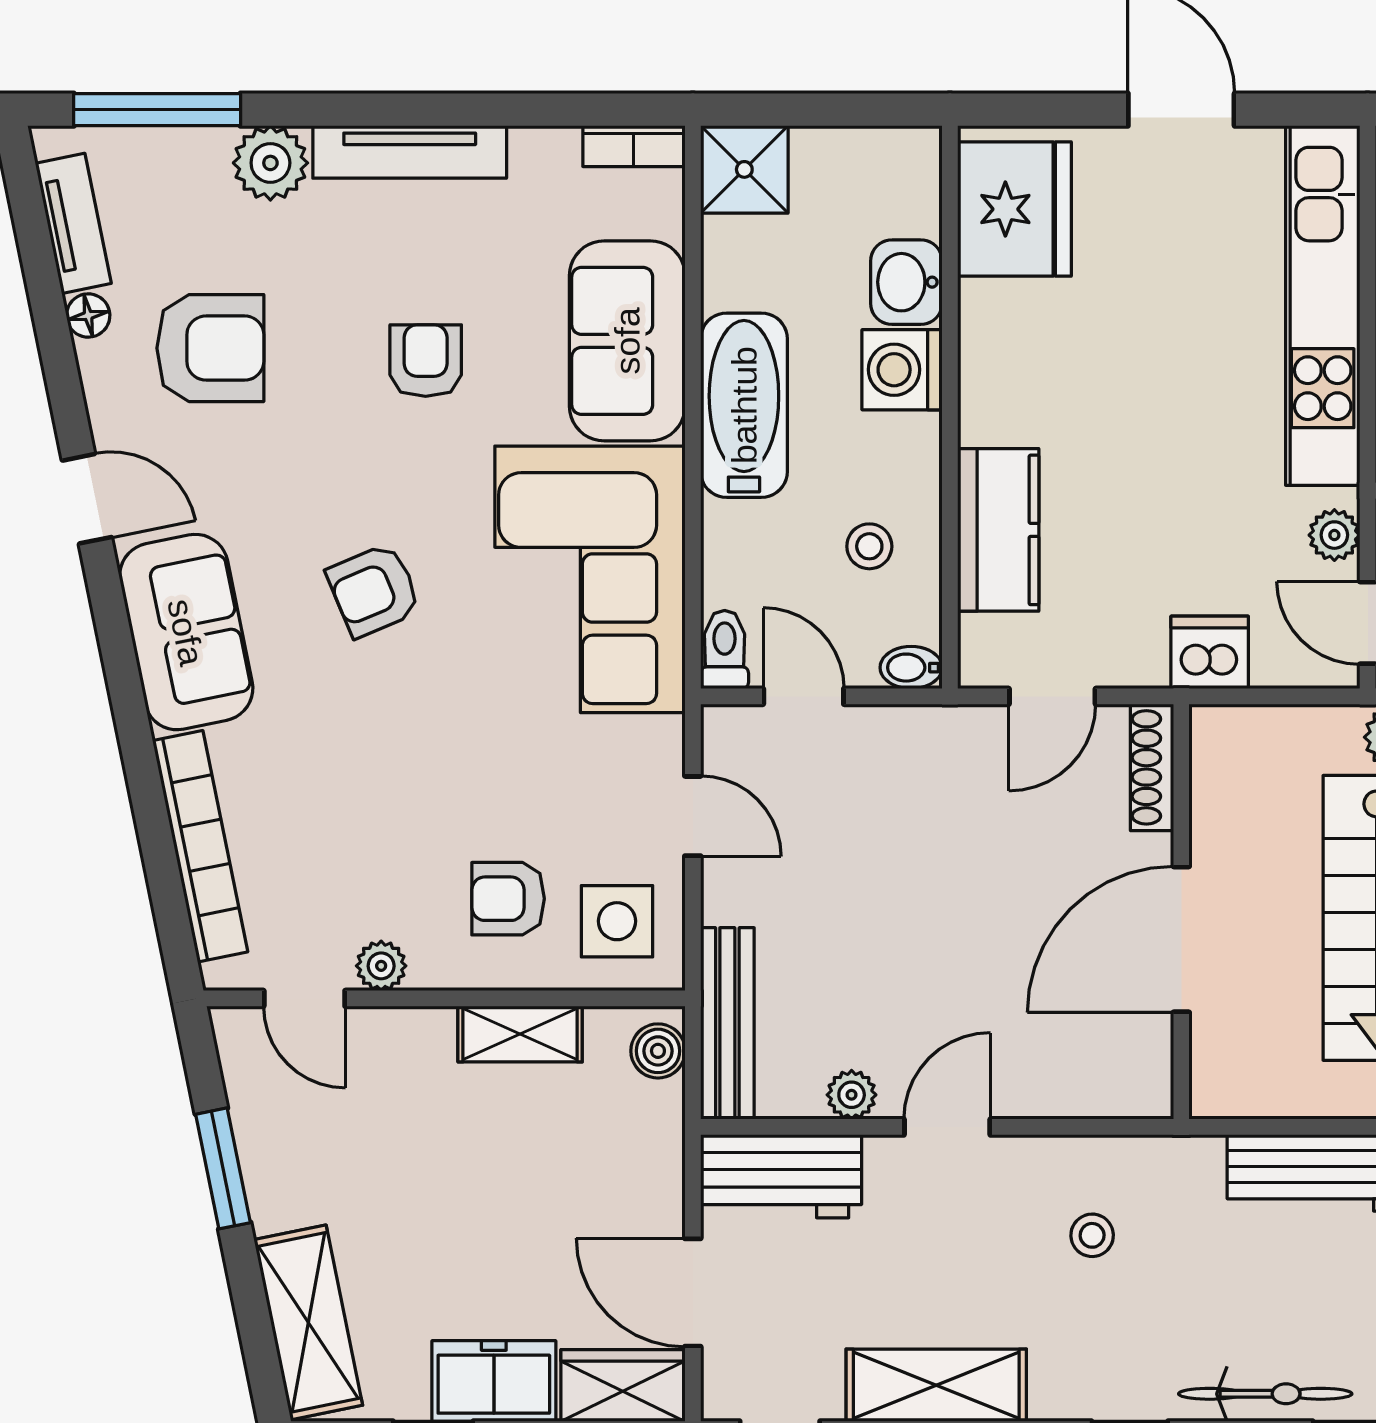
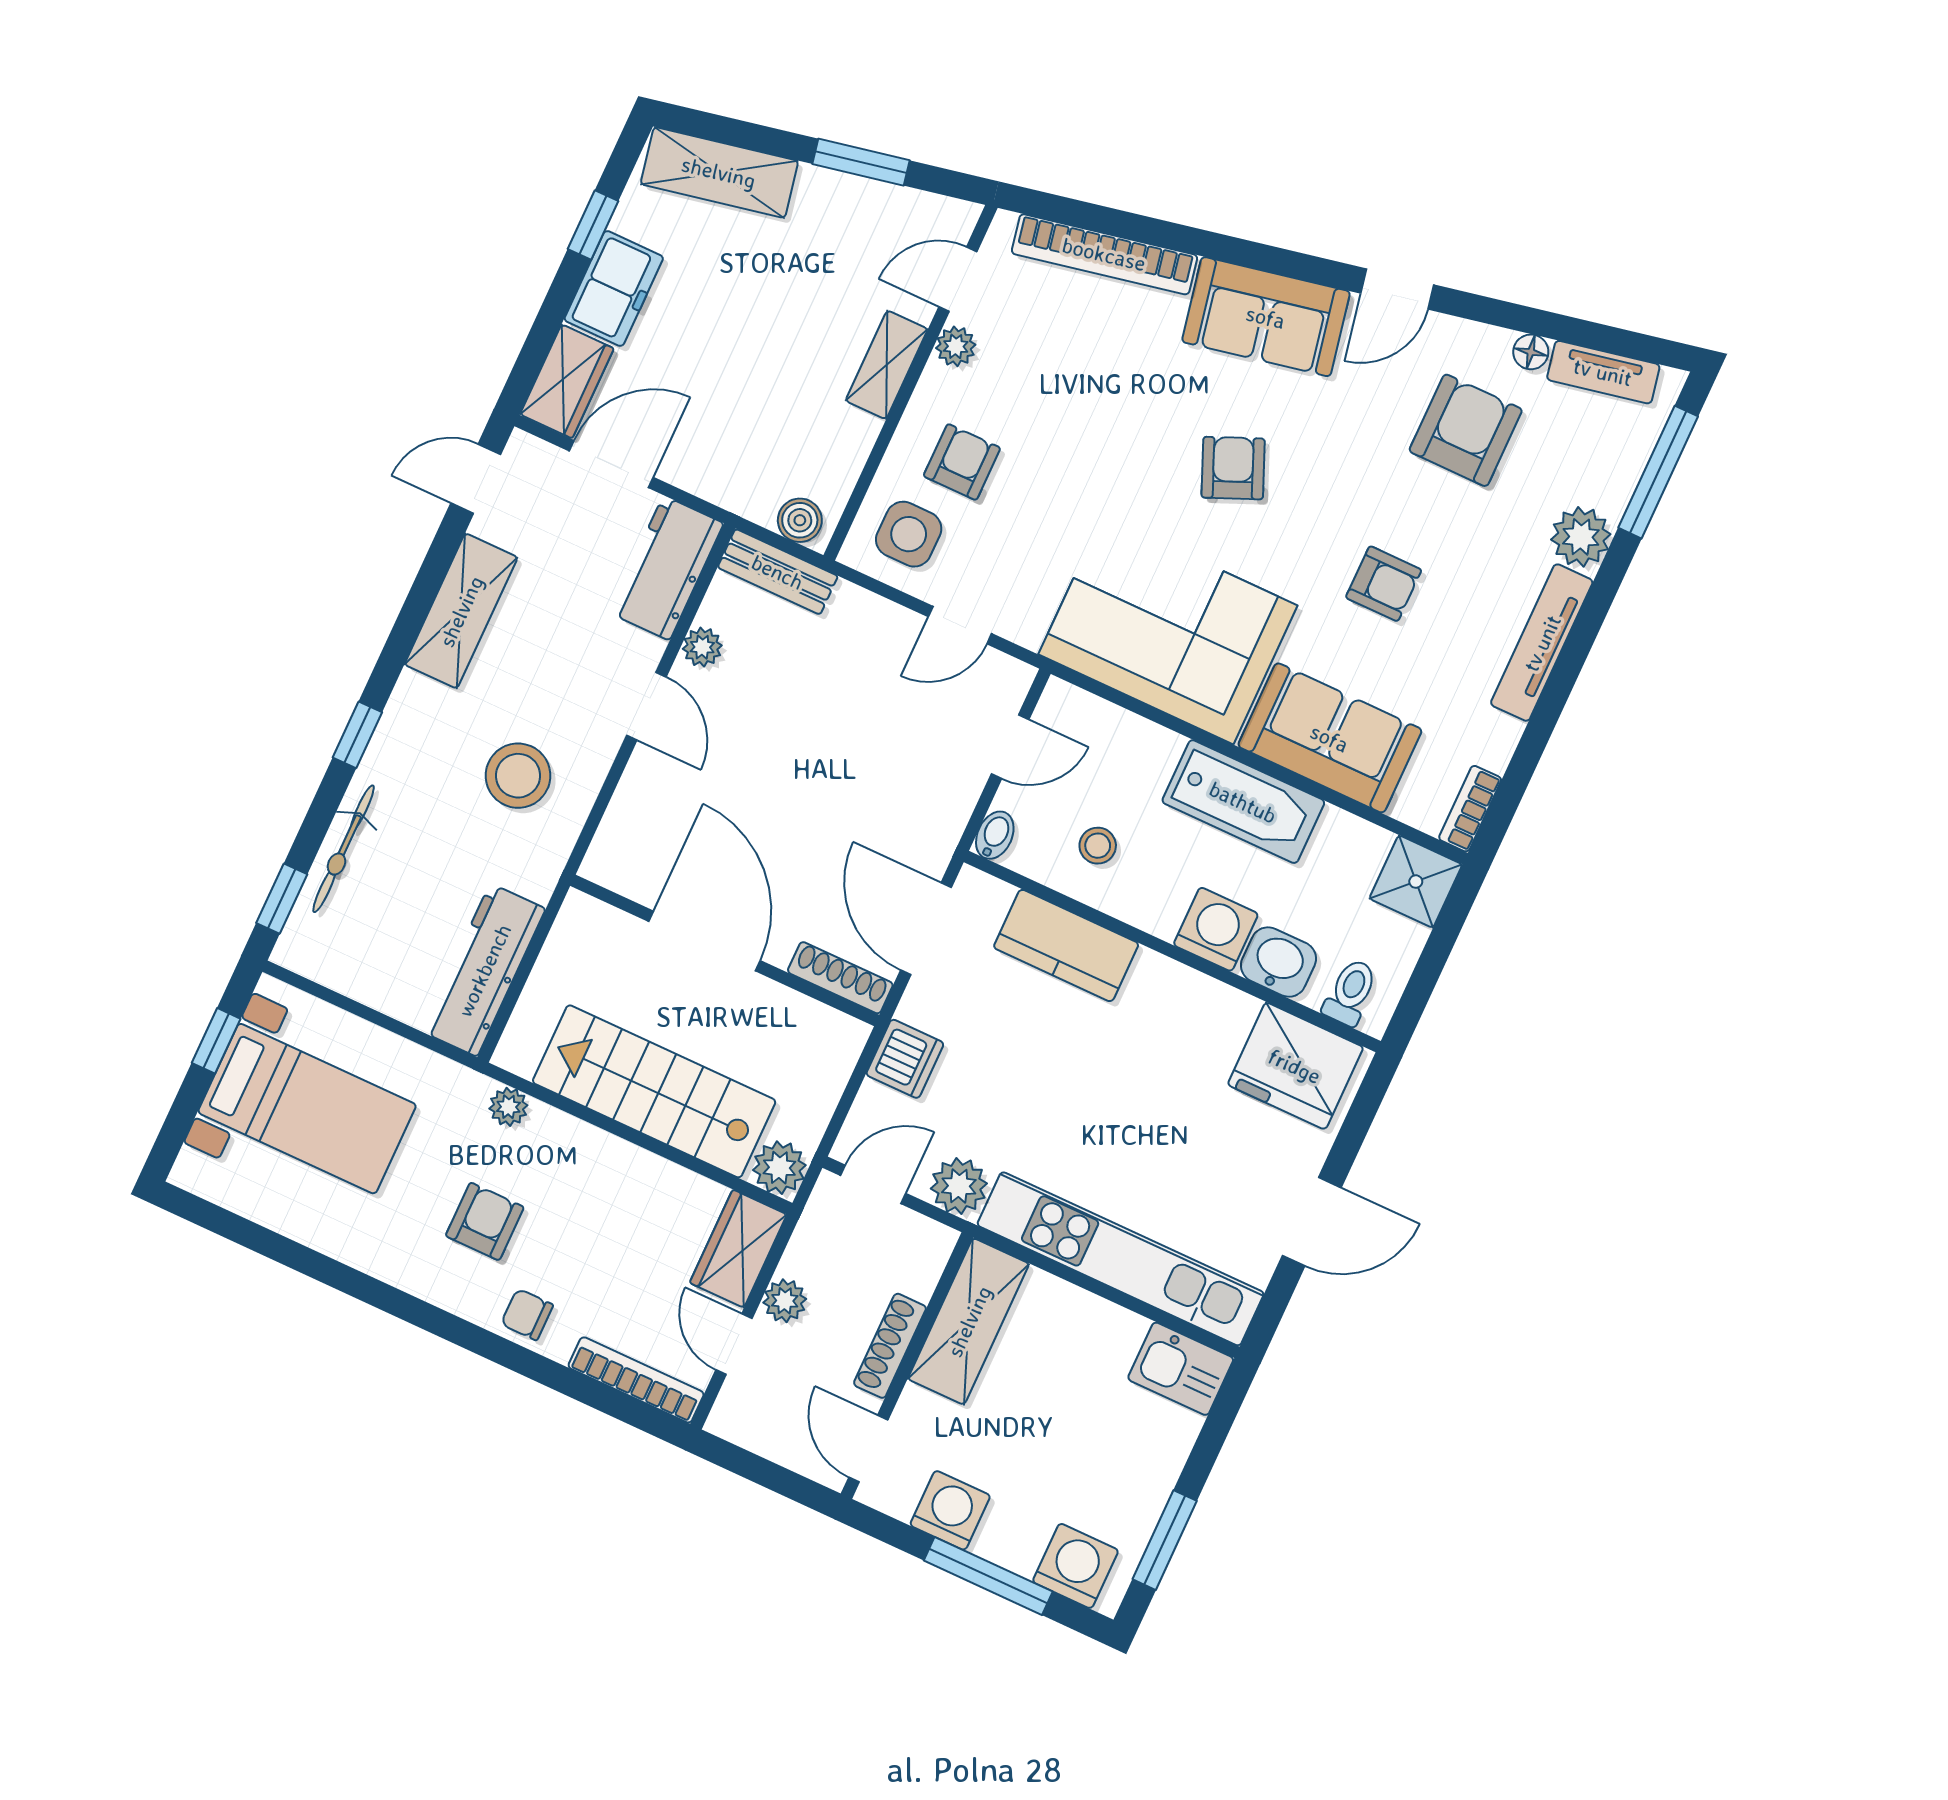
armchair: (210, 348) -> (1466, 430), turned 180
plant: (1334, 535) -> (959, 1186), width x1.38, depth x1.38
toilet: (725, 650) -> (1350, 992), moved, turned -90
door: (1052, 696) -> (926, 929), width x1.38
bench: (727, 1023) -> (778, 572), width x0.73
shelving: (520, 1034) -> (887, 365), moved
stool: (1092, 1235) -> (518, 776), width x1.89, depth x1.89

